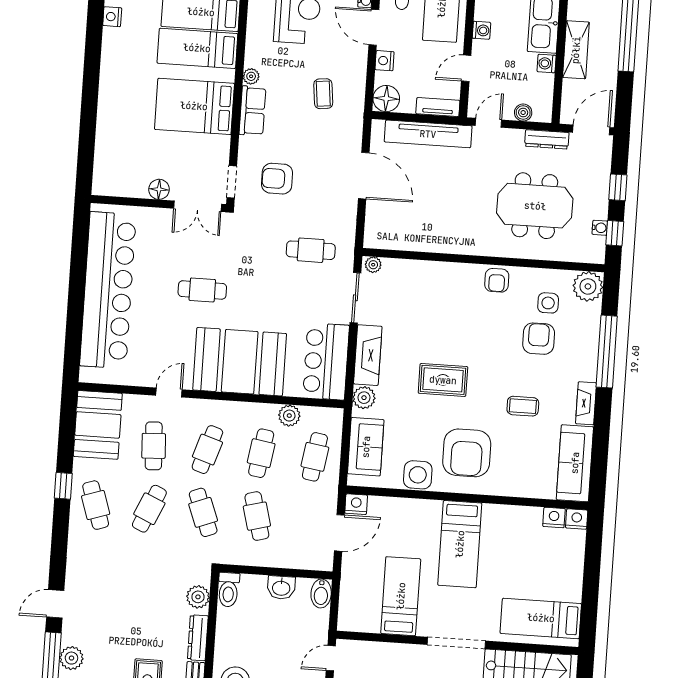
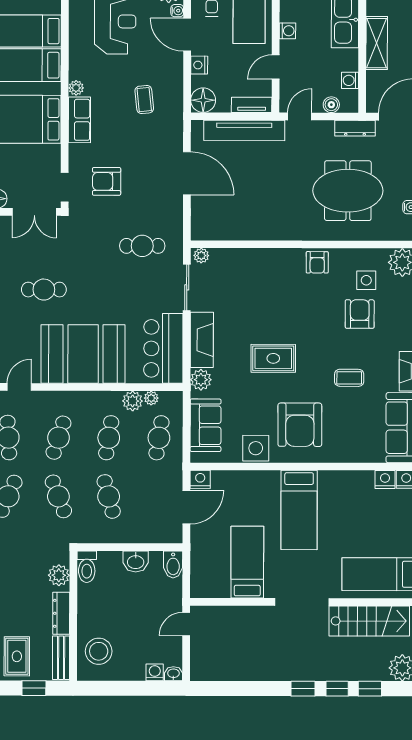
washing machine: (547, 63) -> (350, 80), moved
plant: (309, 414) -> (151, 398), added

